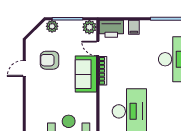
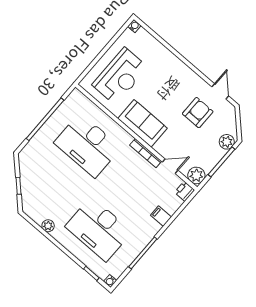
printer: (111, 29) -> (185, 191), width x0.53, depth x0.68
door: (24, 69) -> (220, 91), moved
sofa: (86, 74) -> (143, 123), moved

